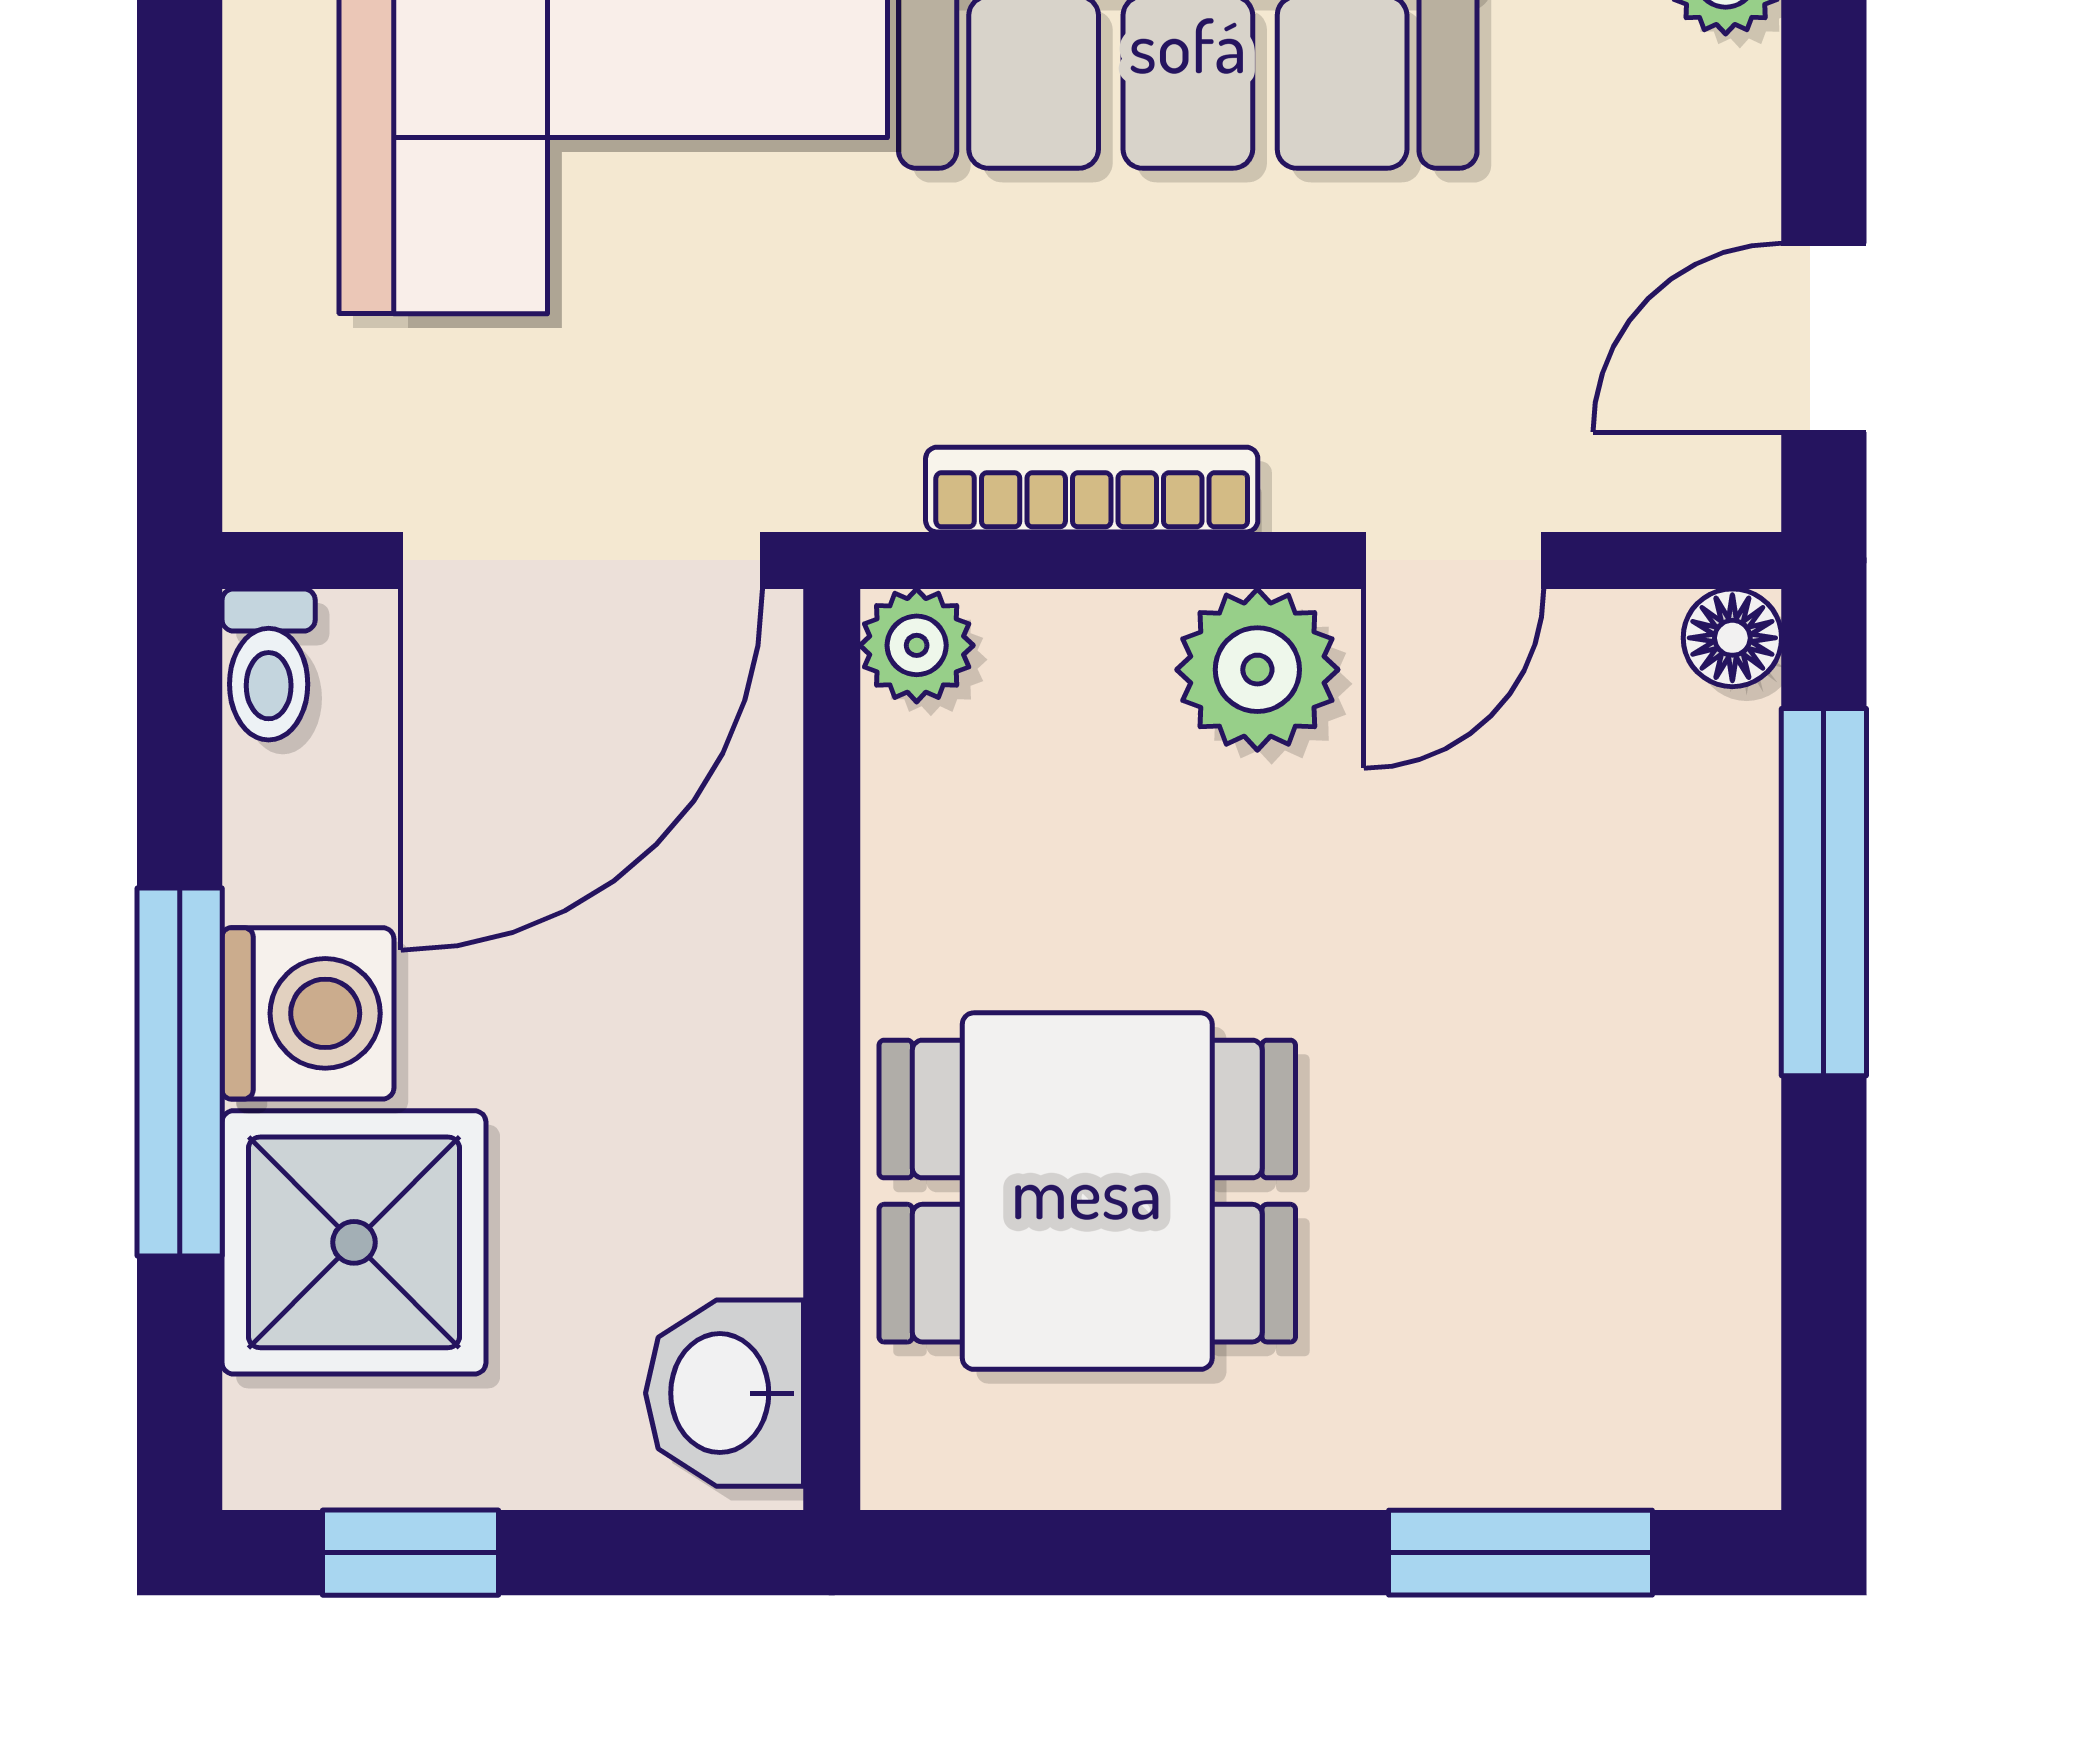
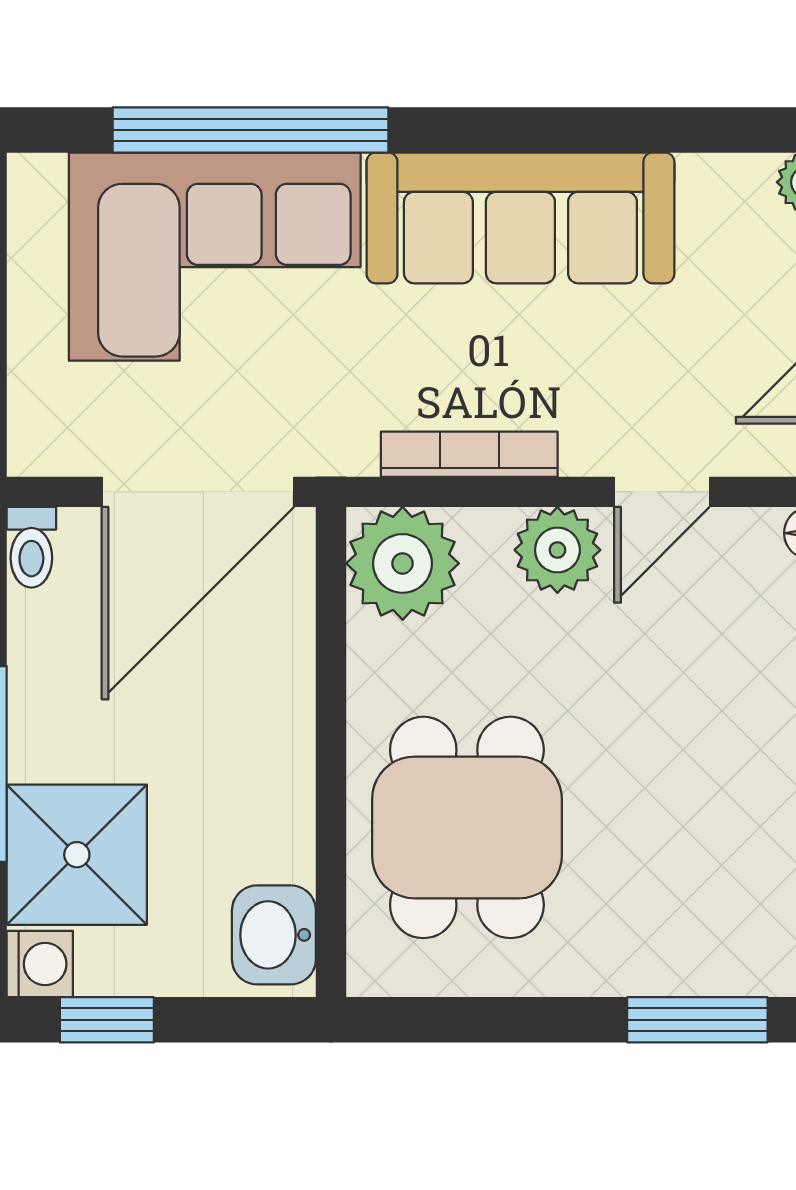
plant: (917, 645) -> (403, 563), width x1.88, depth x1.88
washing machine: (308, 1013) -> (40, 964), moved, width x0.73, depth x0.73
dining table: (1087, 1191) -> (467, 827), turned 90

